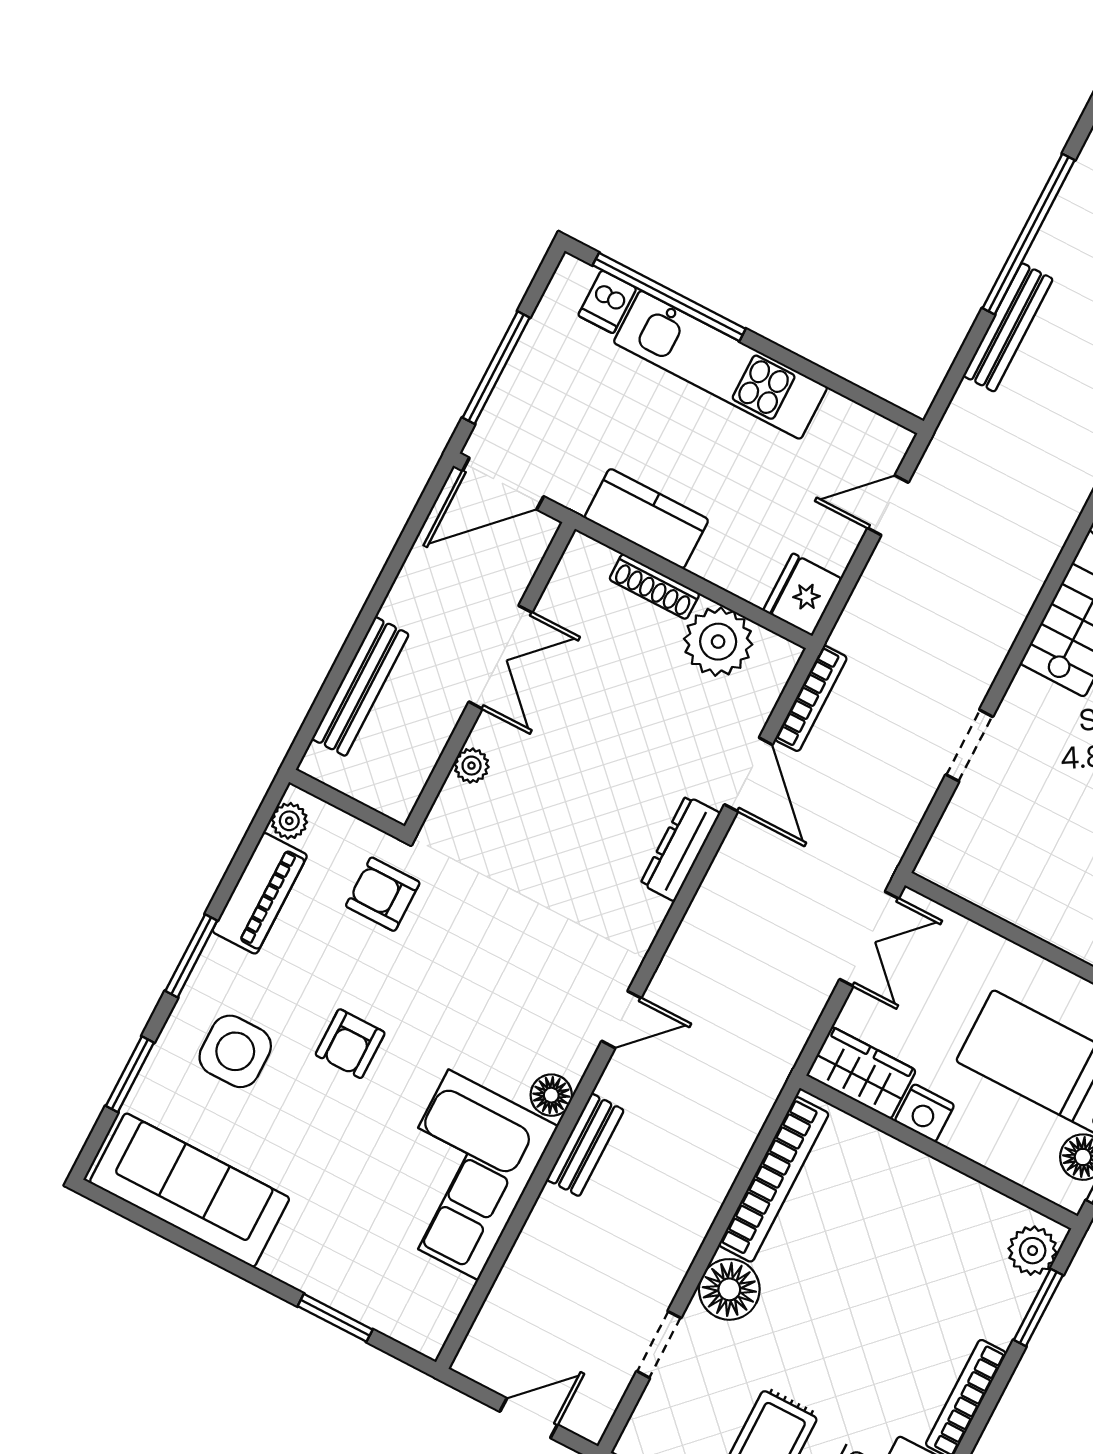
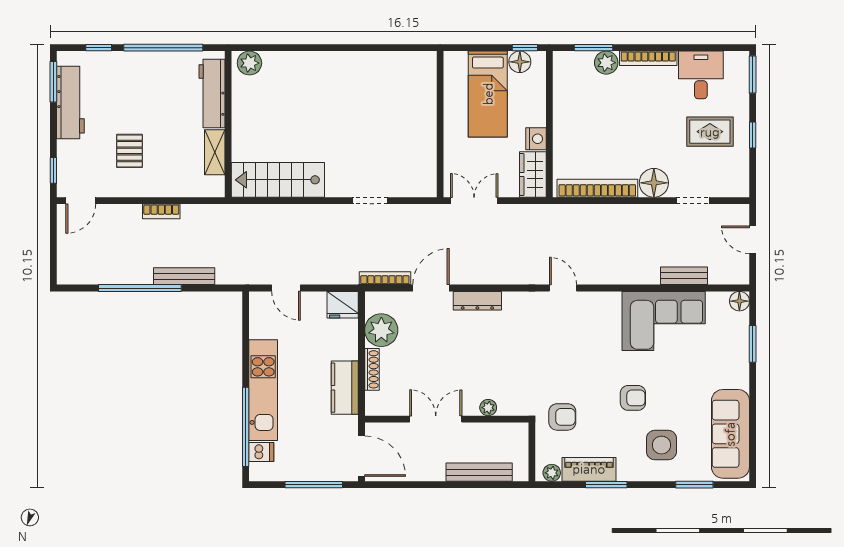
armchair: (383, 894) -> (562, 417), turned -90
window: (191, 956) -> (606, 485), moved
floor lamp: (551, 1095) -> (739, 301), moved
bench: (585, 1145) -> (684, 276), moved
plant: (1033, 1251) -> (606, 63), moved

